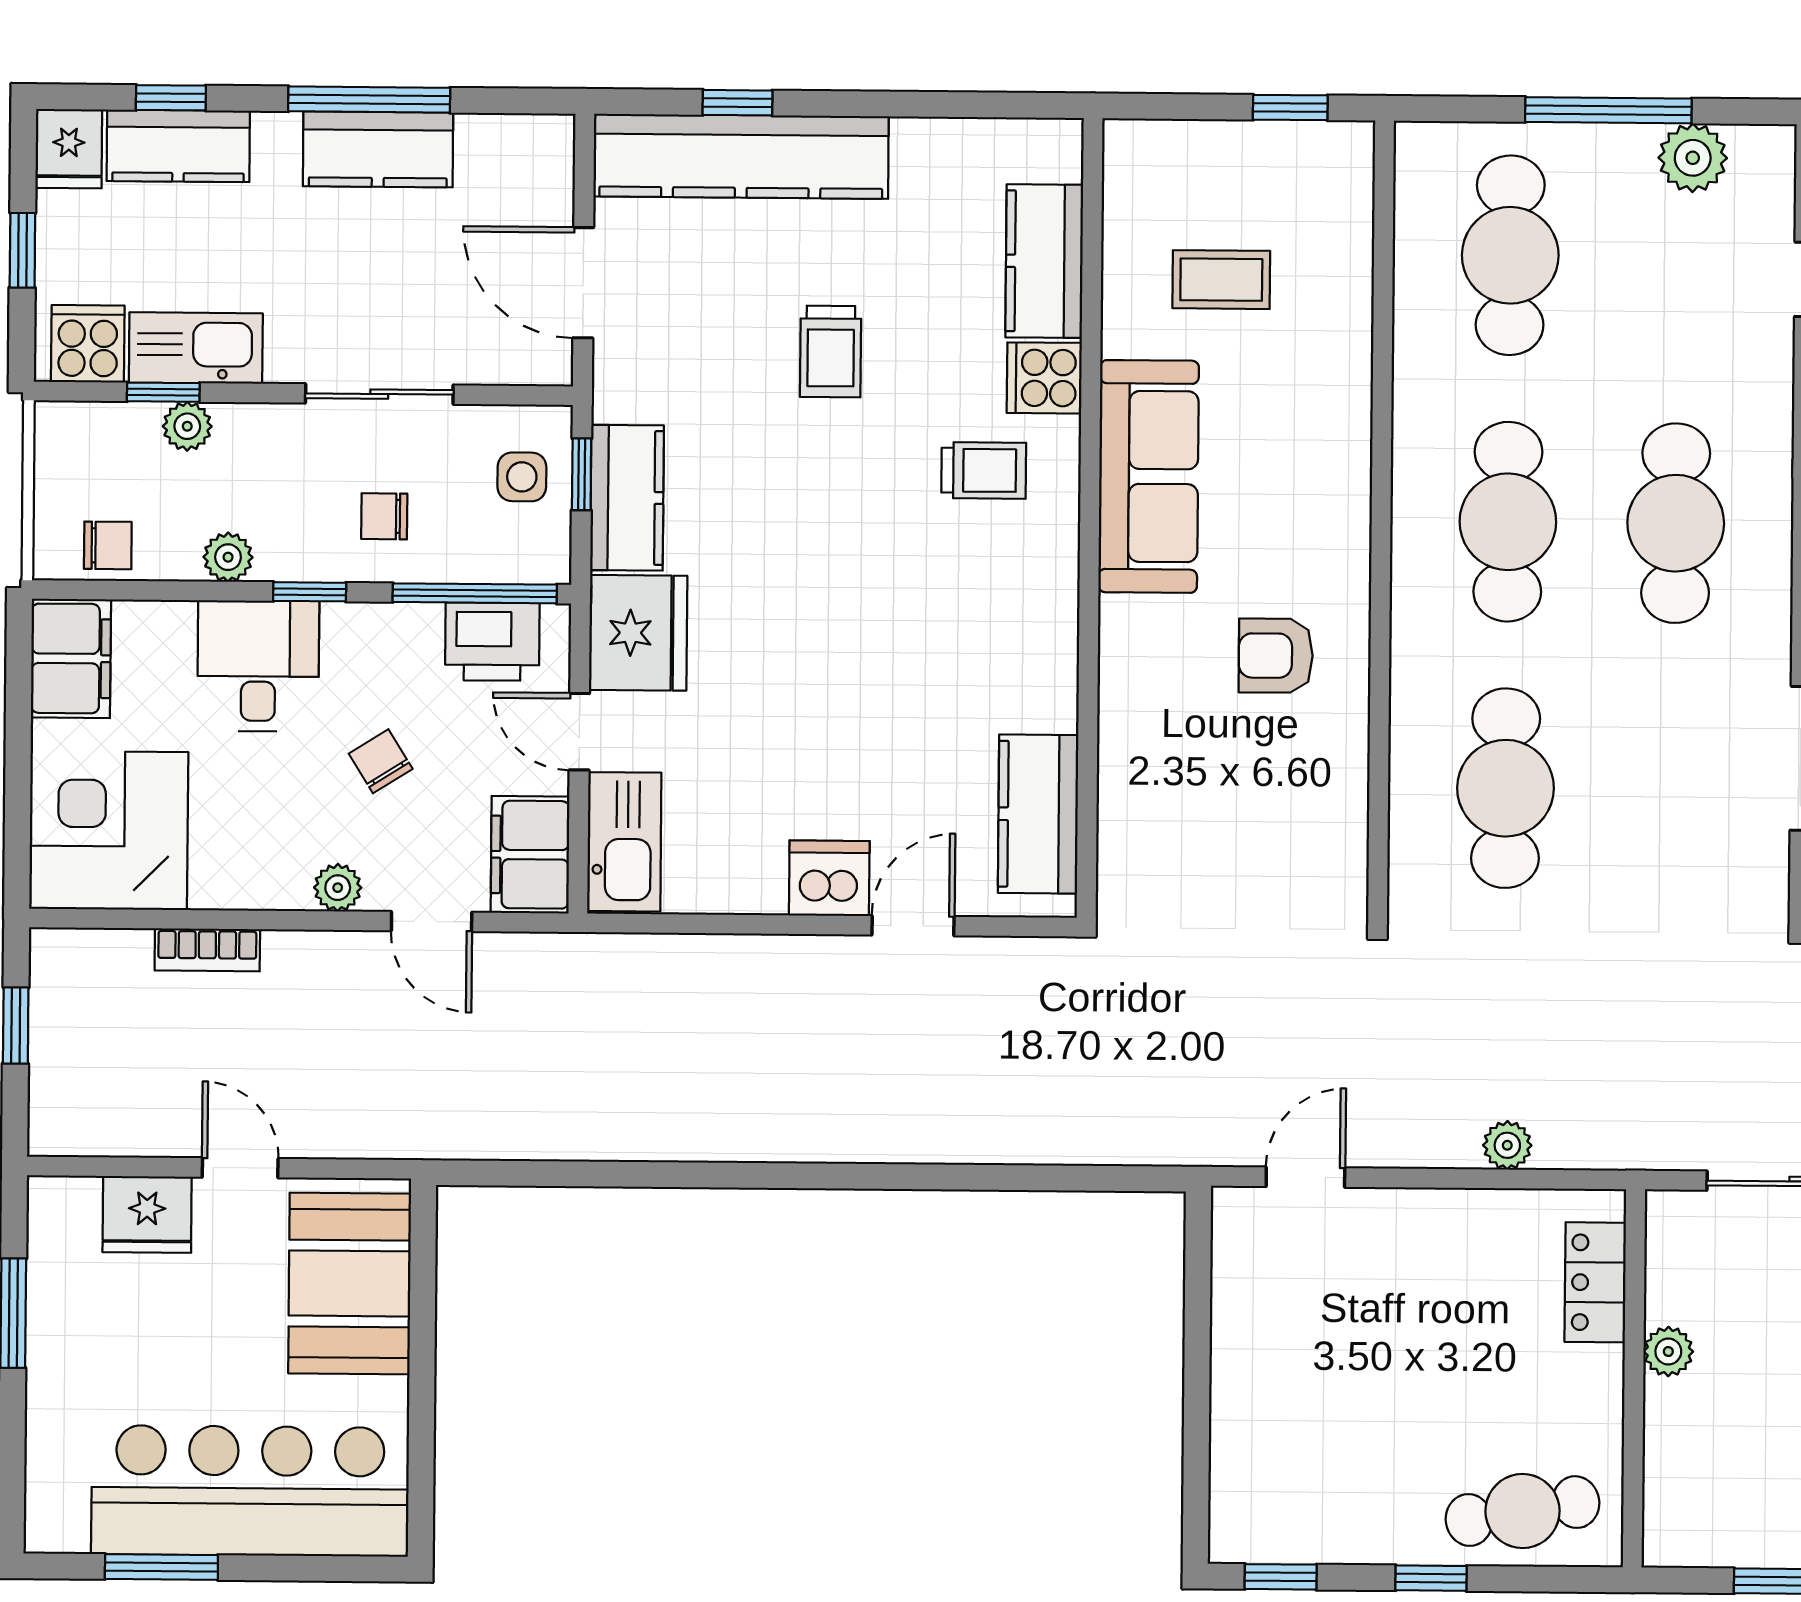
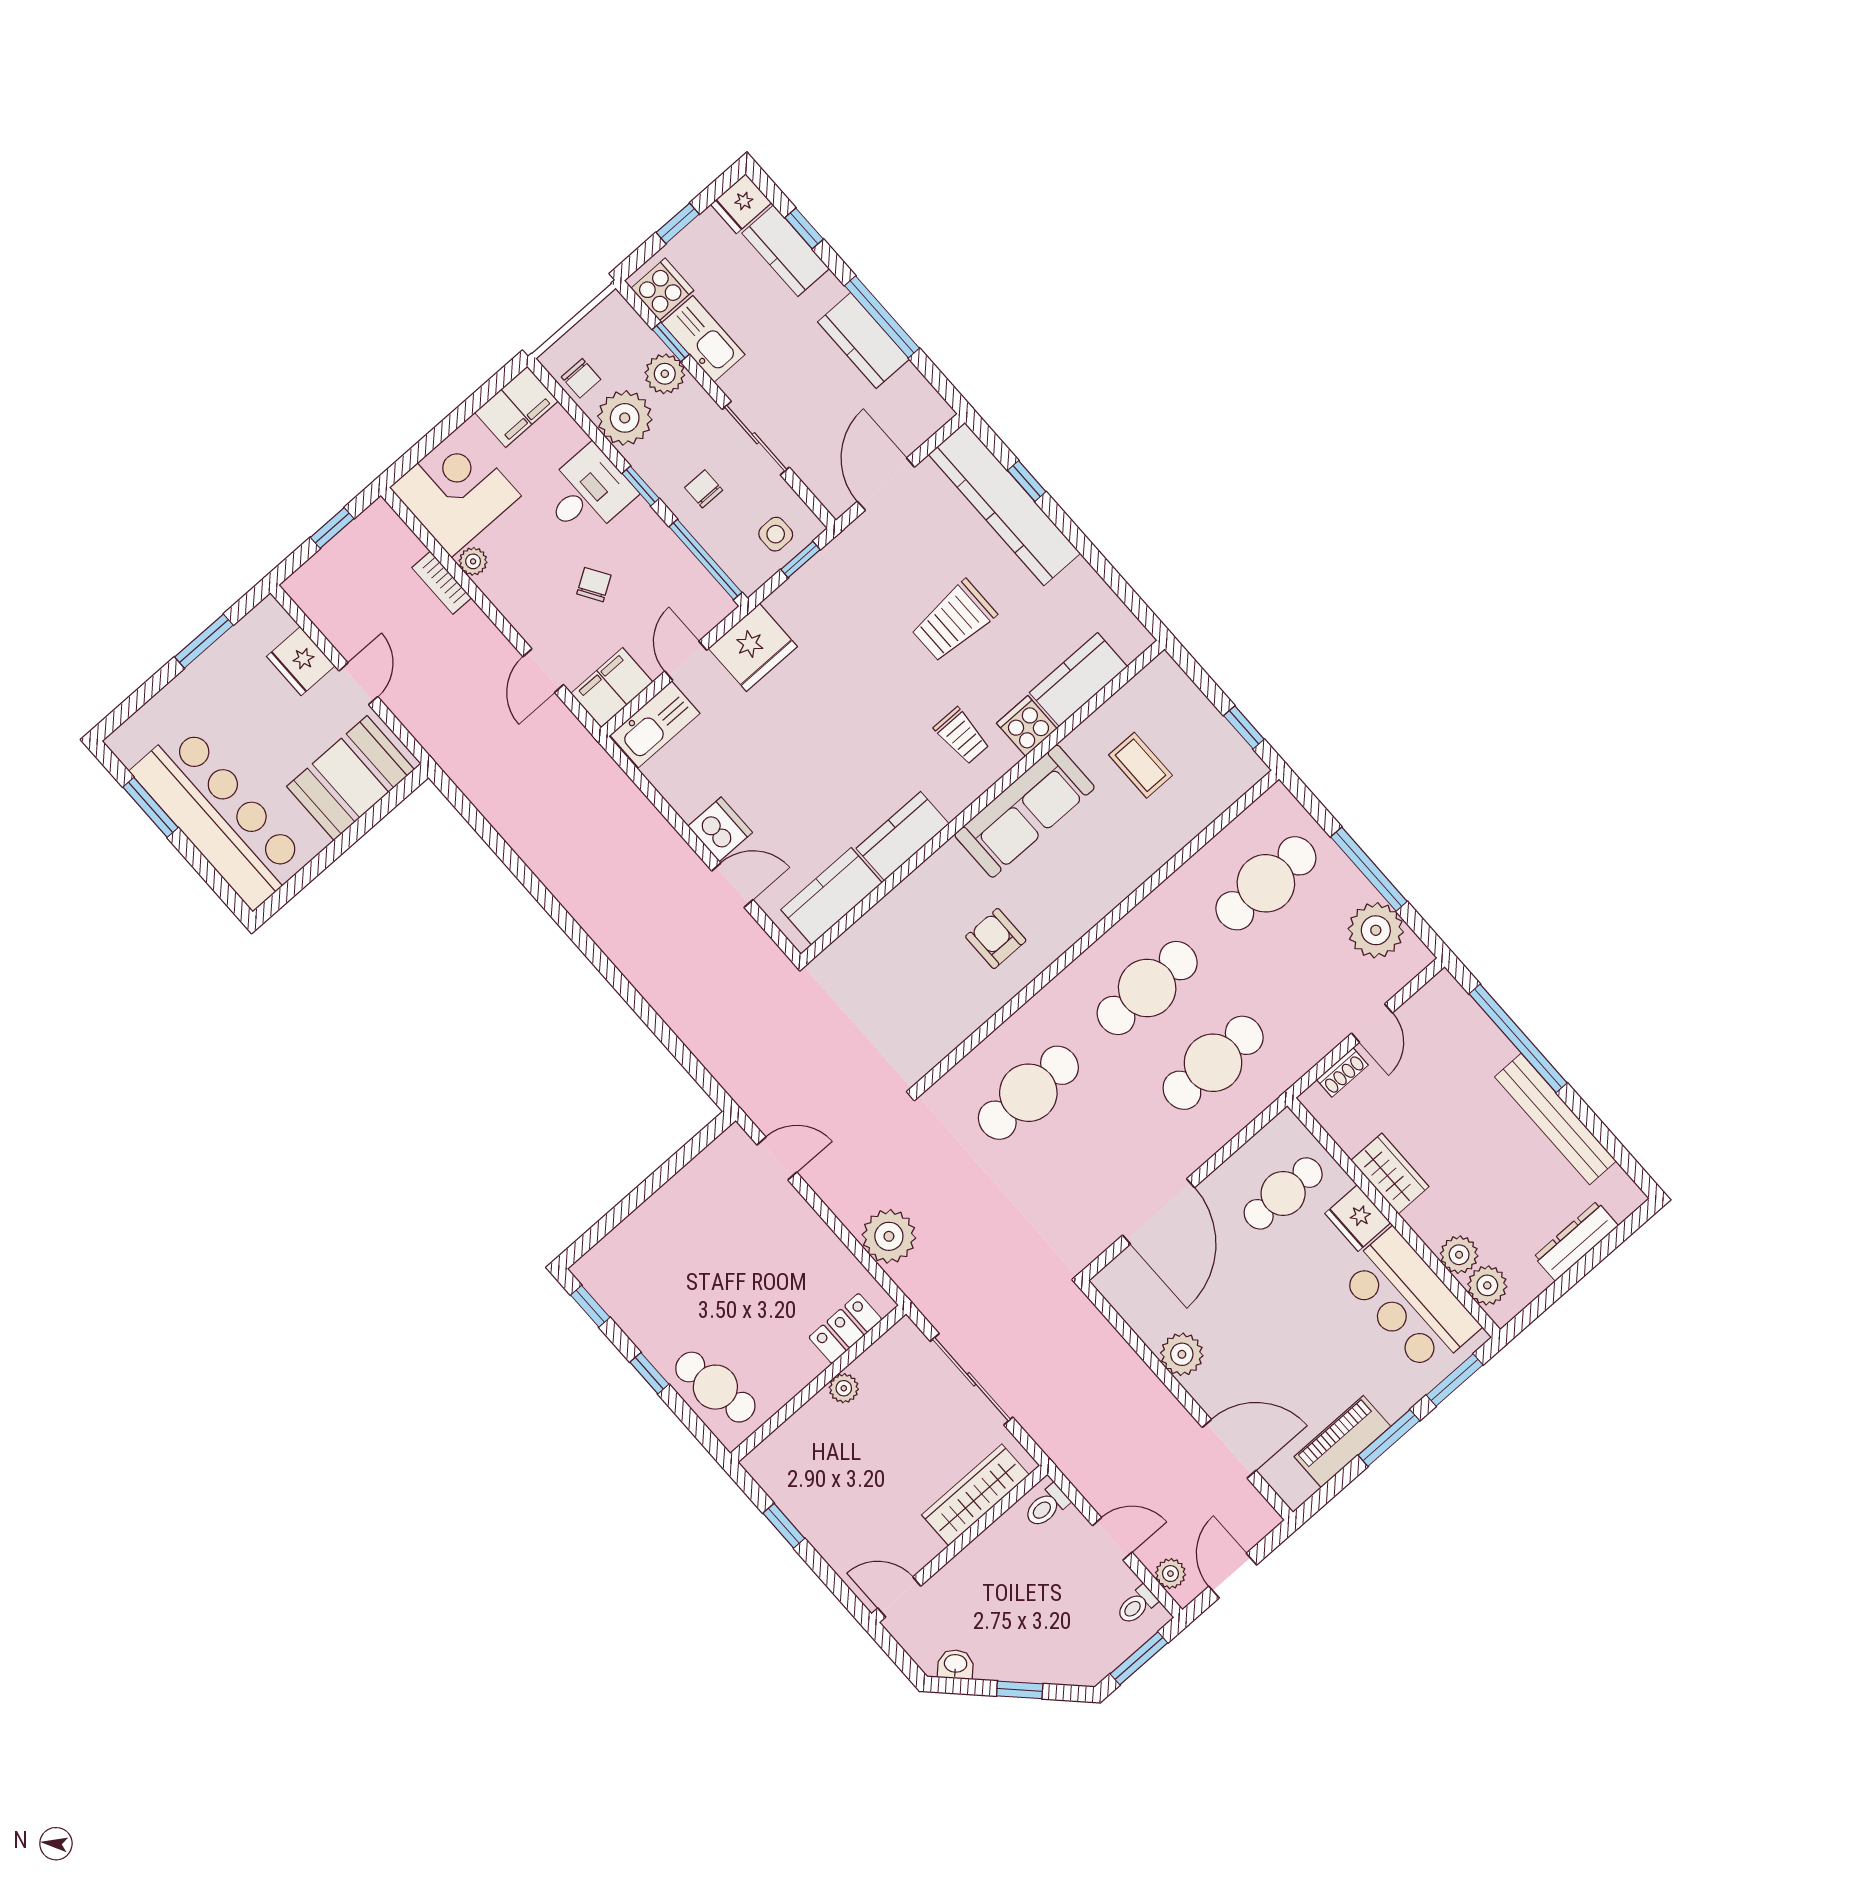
plant: (1693, 158) -> (1376, 930), width x1.36, depth x1.36
trolley: (831, 352) -> (954, 621), width x1.36, depth x1.39
plant: (187, 426) -> (665, 374), width x1.38, depth x1.38
kitchen counter: (627, 498) -> (903, 836), moved, turned 180
plant: (228, 557) -> (625, 418), width x1.88, depth x1.88
printer: (492, 642) -> (691, 586), removed
plant: (338, 888) -> (473, 561), moved
plant: (1507, 1145) -> (889, 1236), width x1.87, depth x1.87

